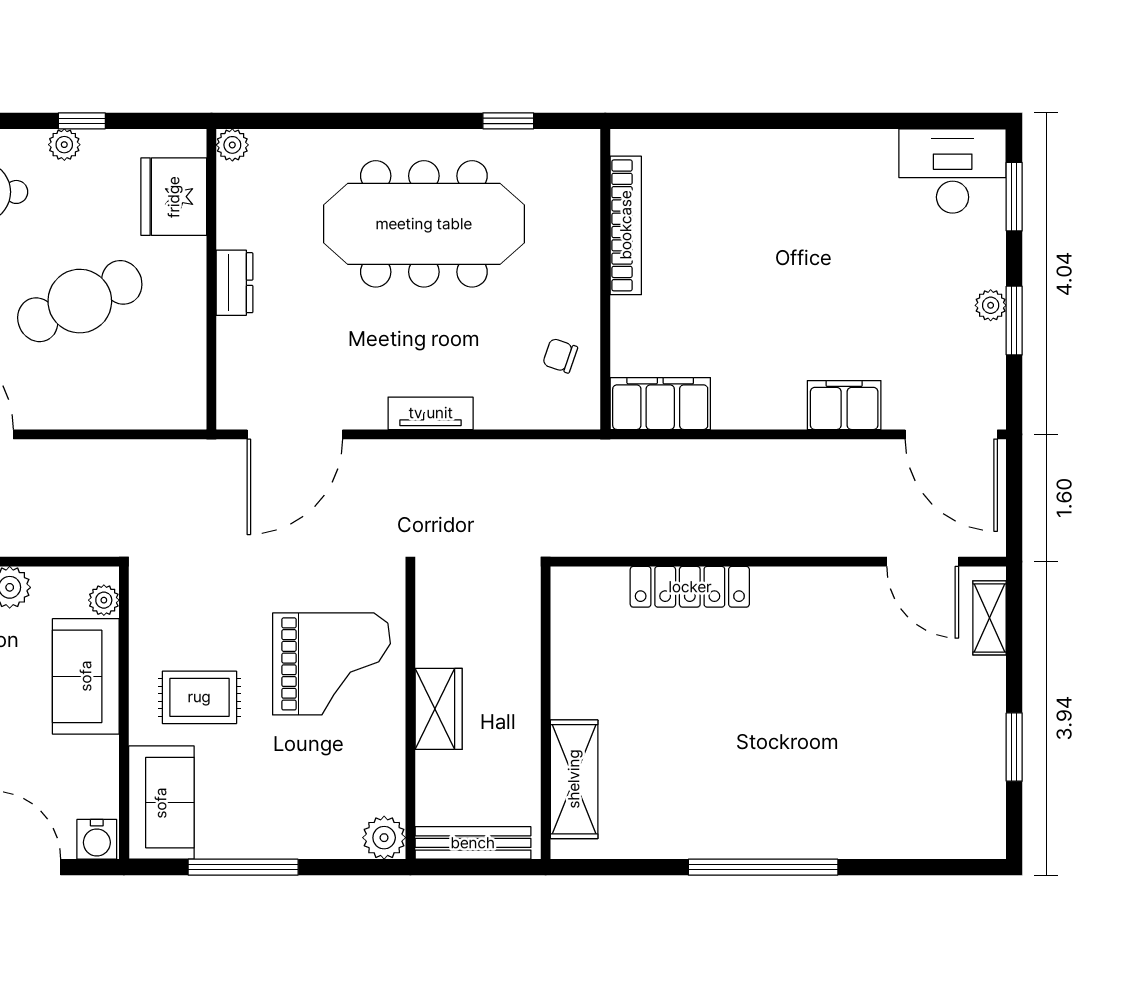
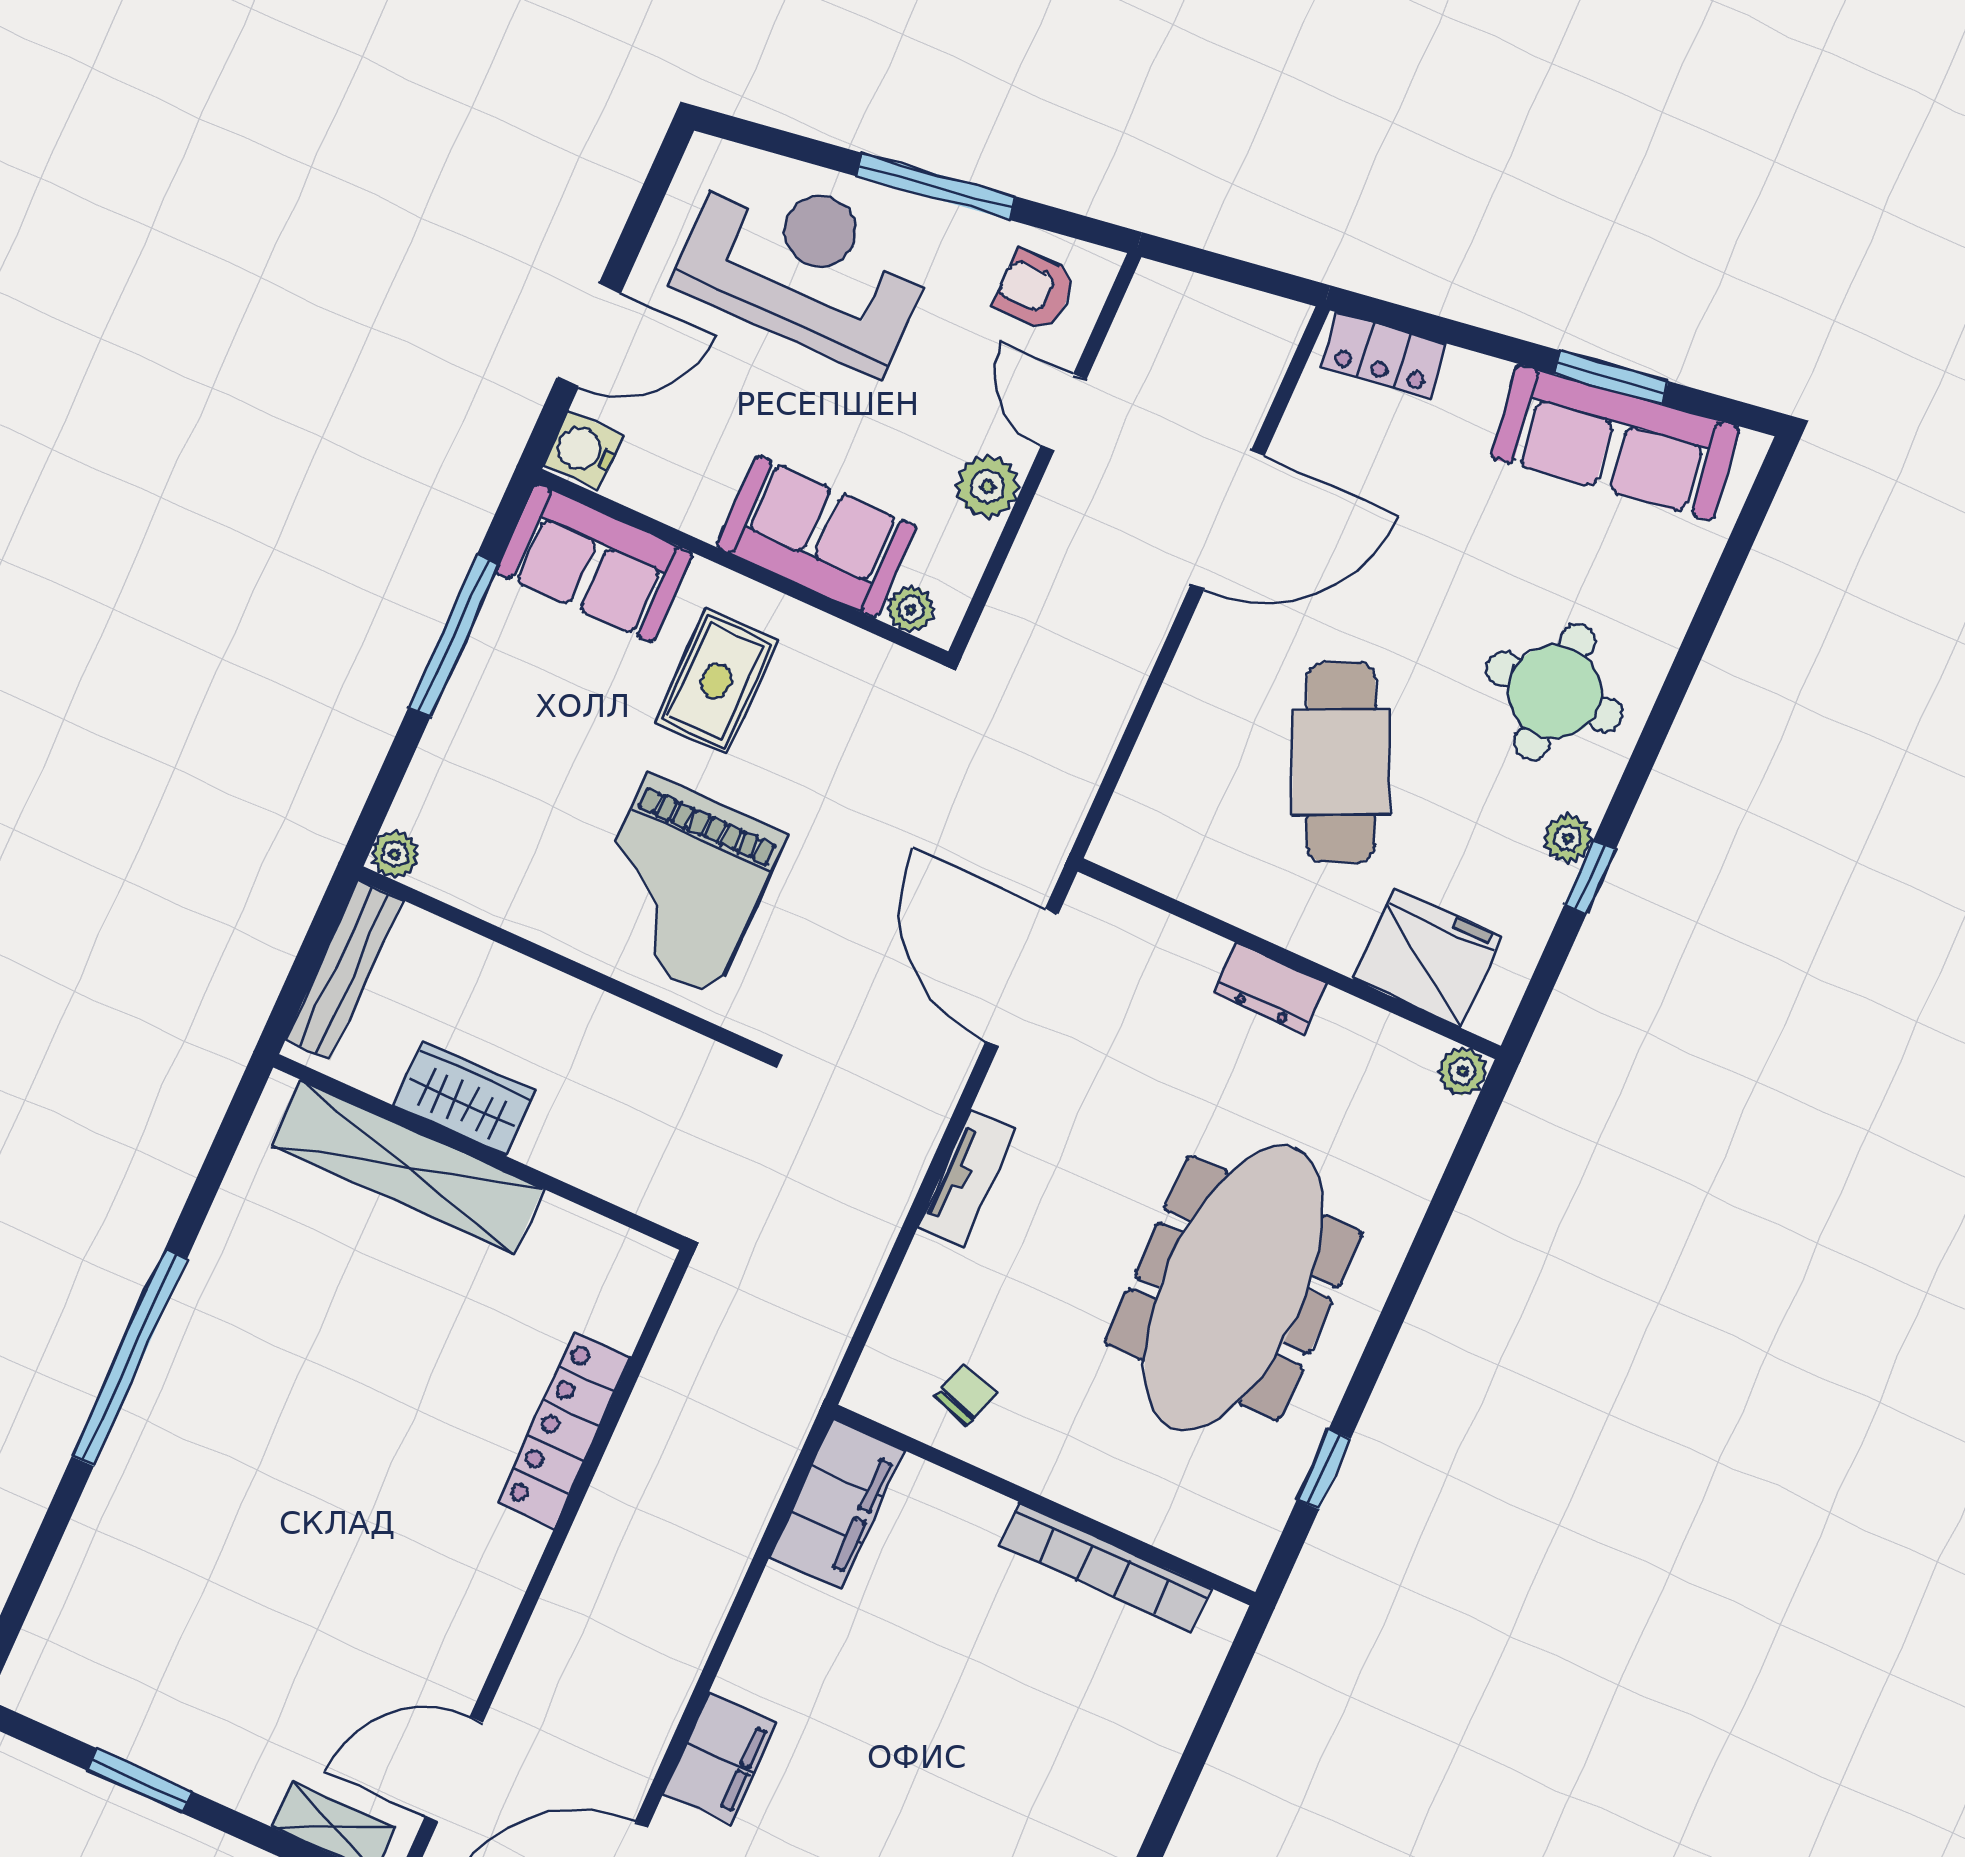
wardrobe: (439, 709) -> (464, 1098), moved, turned 180
shelving: (574, 779) -> (408, 1167), width x1.47
plant: (384, 838) -> (395, 854), width x0.73, depth x0.73

